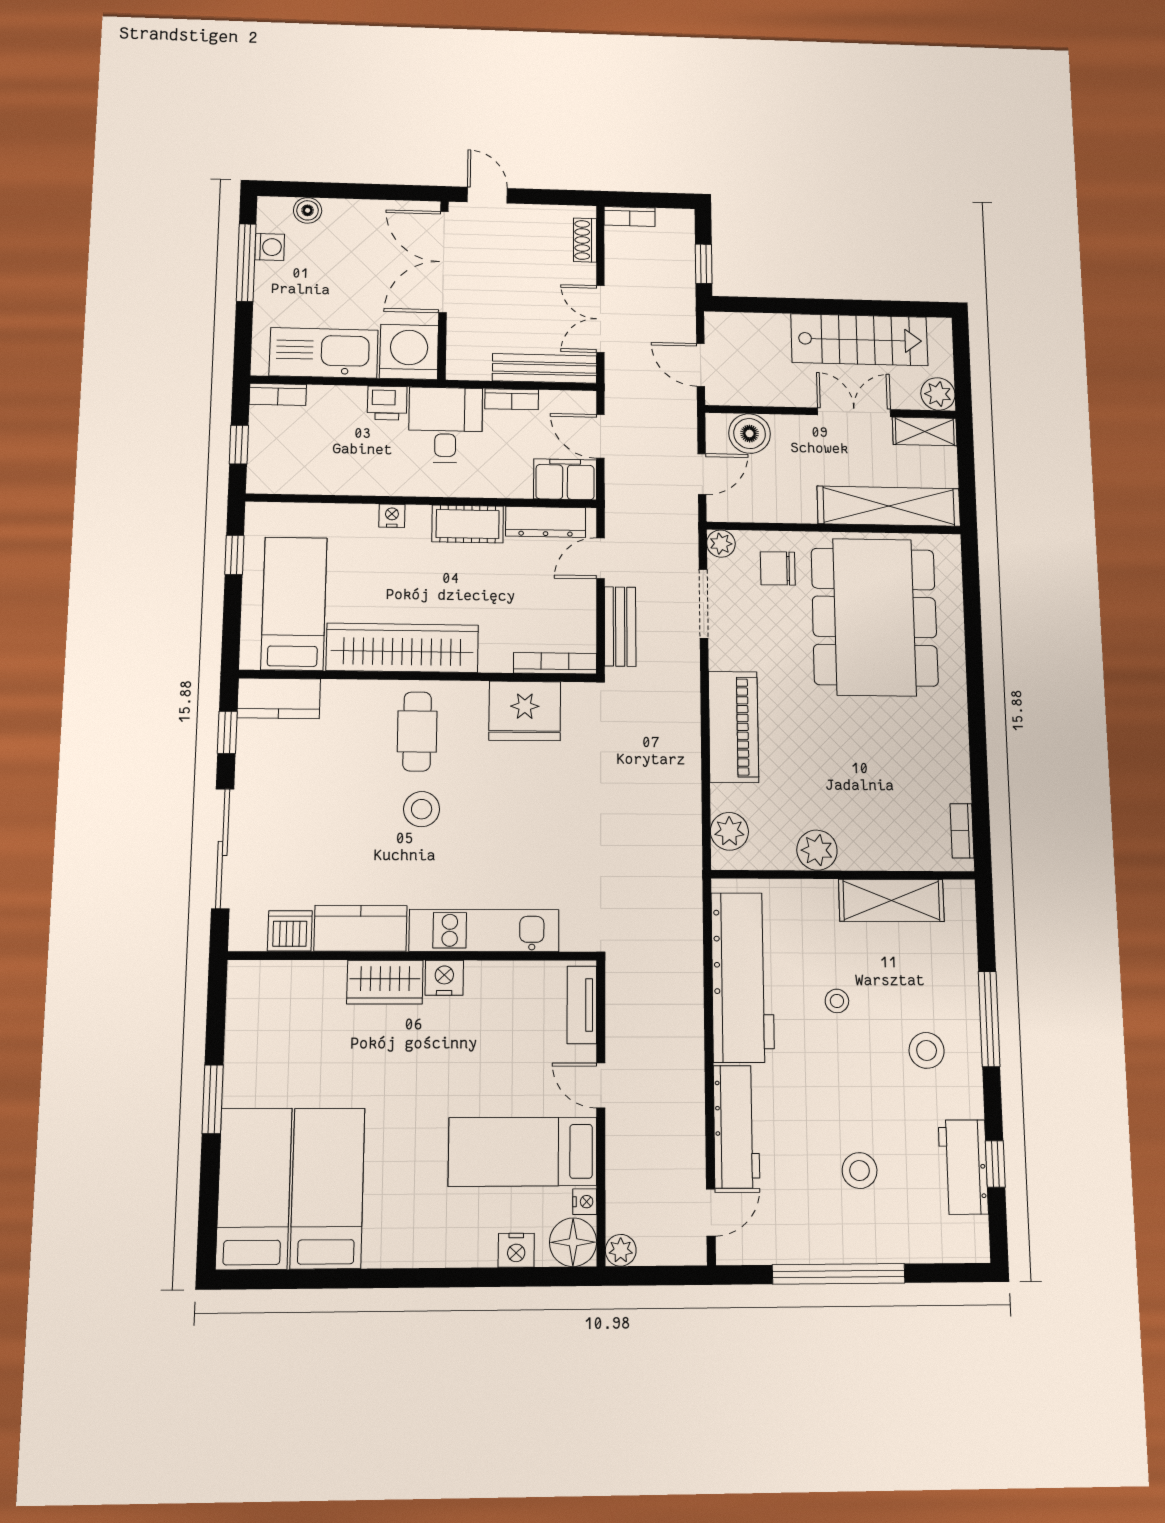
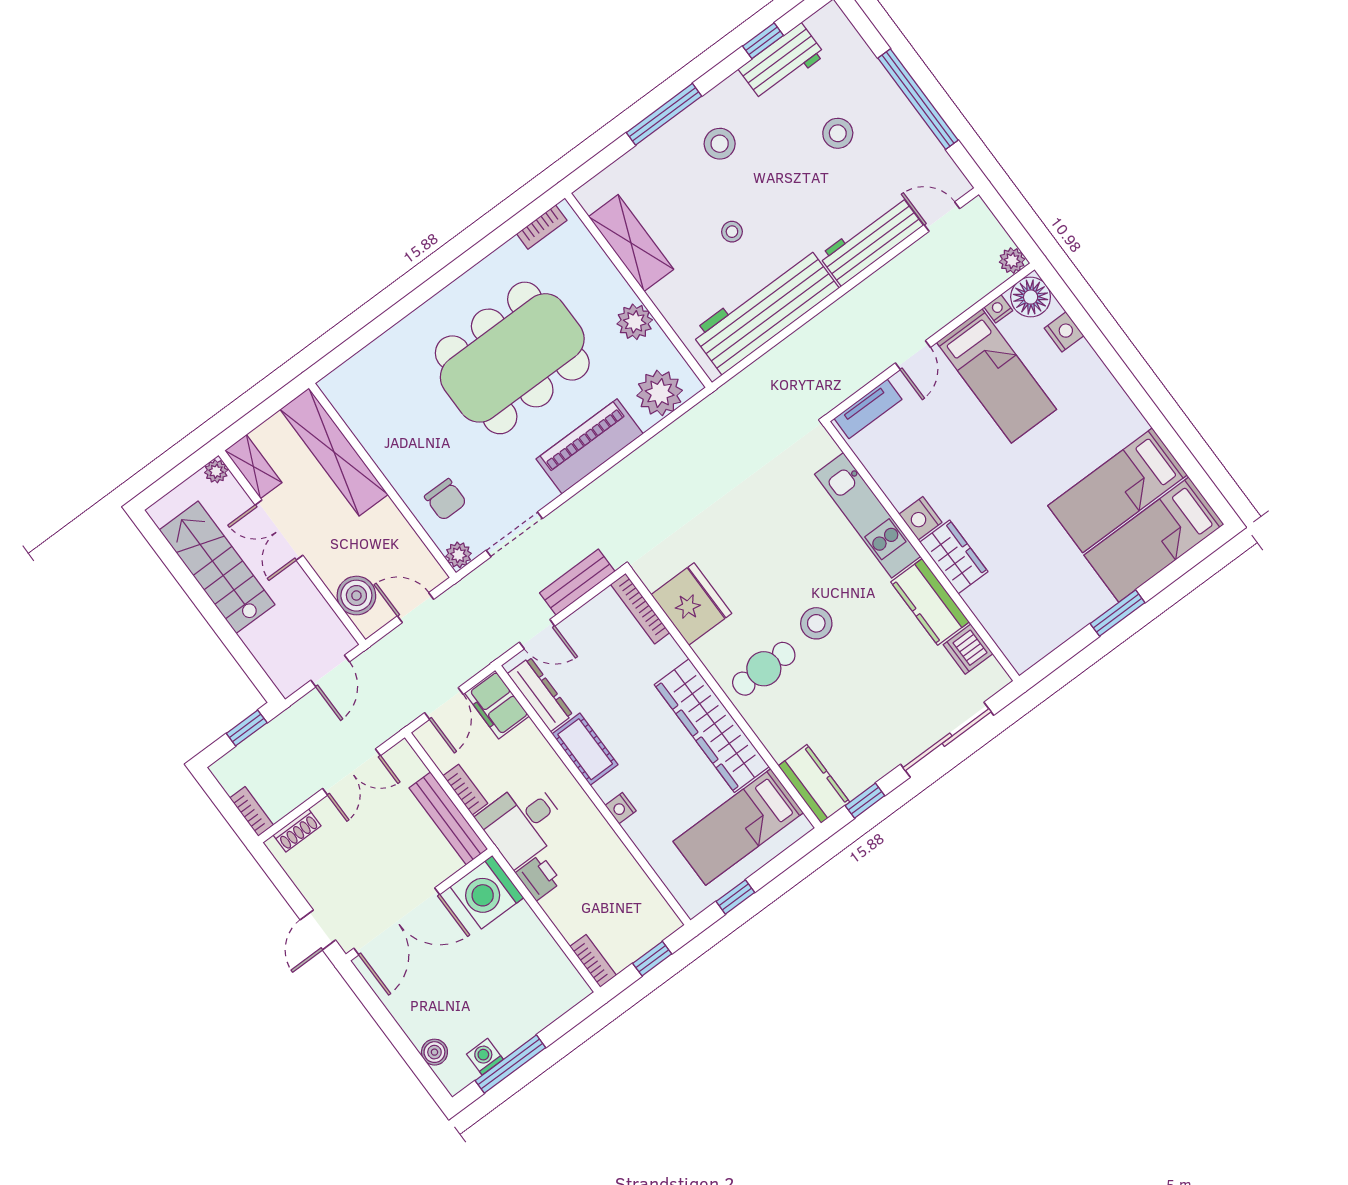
kitchen sink: (324, 353) -> (536, 953), removed
bench: (545, 368) -> (448, 818), moved
plant: (938, 394) -> (216, 471), width x0.73, depth x0.73
dining table: (874, 617) -> (512, 358), moved
plant: (729, 831) -> (660, 393), width x1.36, depth x1.36

